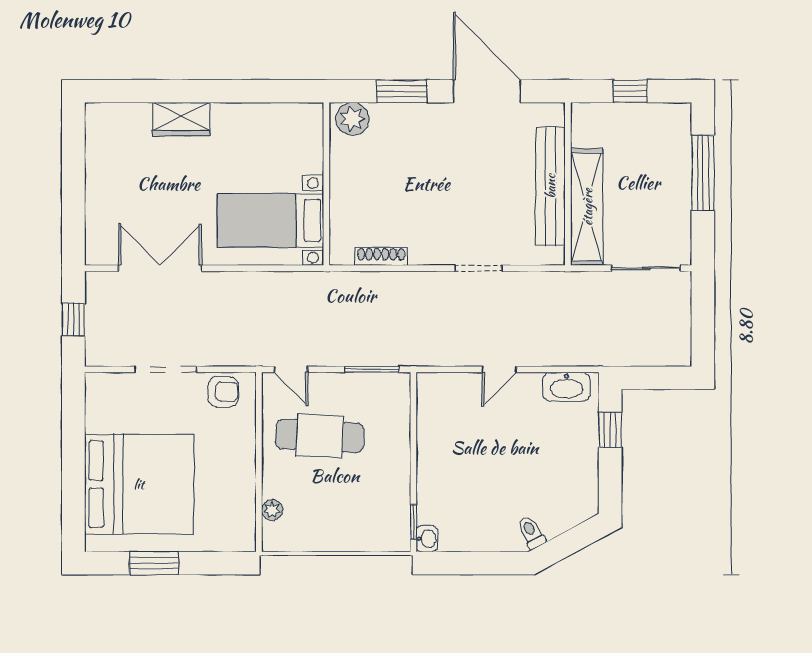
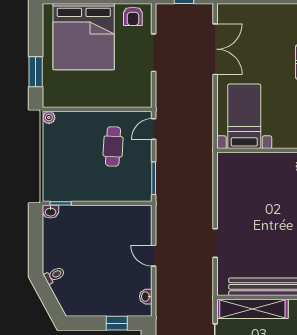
shoe rack: (381, 257) -> (222, 184), removed
washbasin: (566, 387) -> (146, 297), width x0.52, depth x0.69
armchair: (223, 392) -> (133, 16), moved
cafe table: (320, 436) -> (113, 146), width x0.73, depth x0.74
plant: (272, 510) -> (49, 117), moved
window: (154, 563) -> (36, 72), moved

